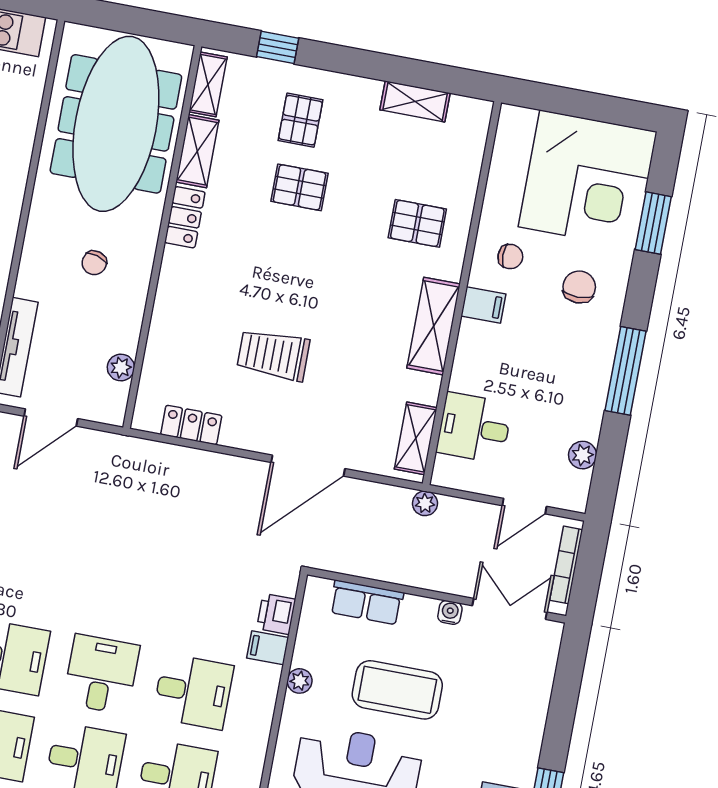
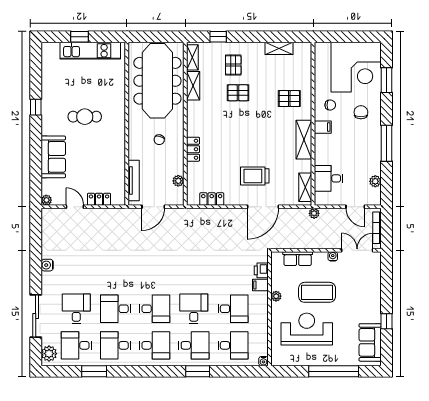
locker: (185, 217) -> (193, 149), moved
trolley: (273, 355) -> (255, 176), moved
door: (524, 506) -> (355, 207), hinge flipped

